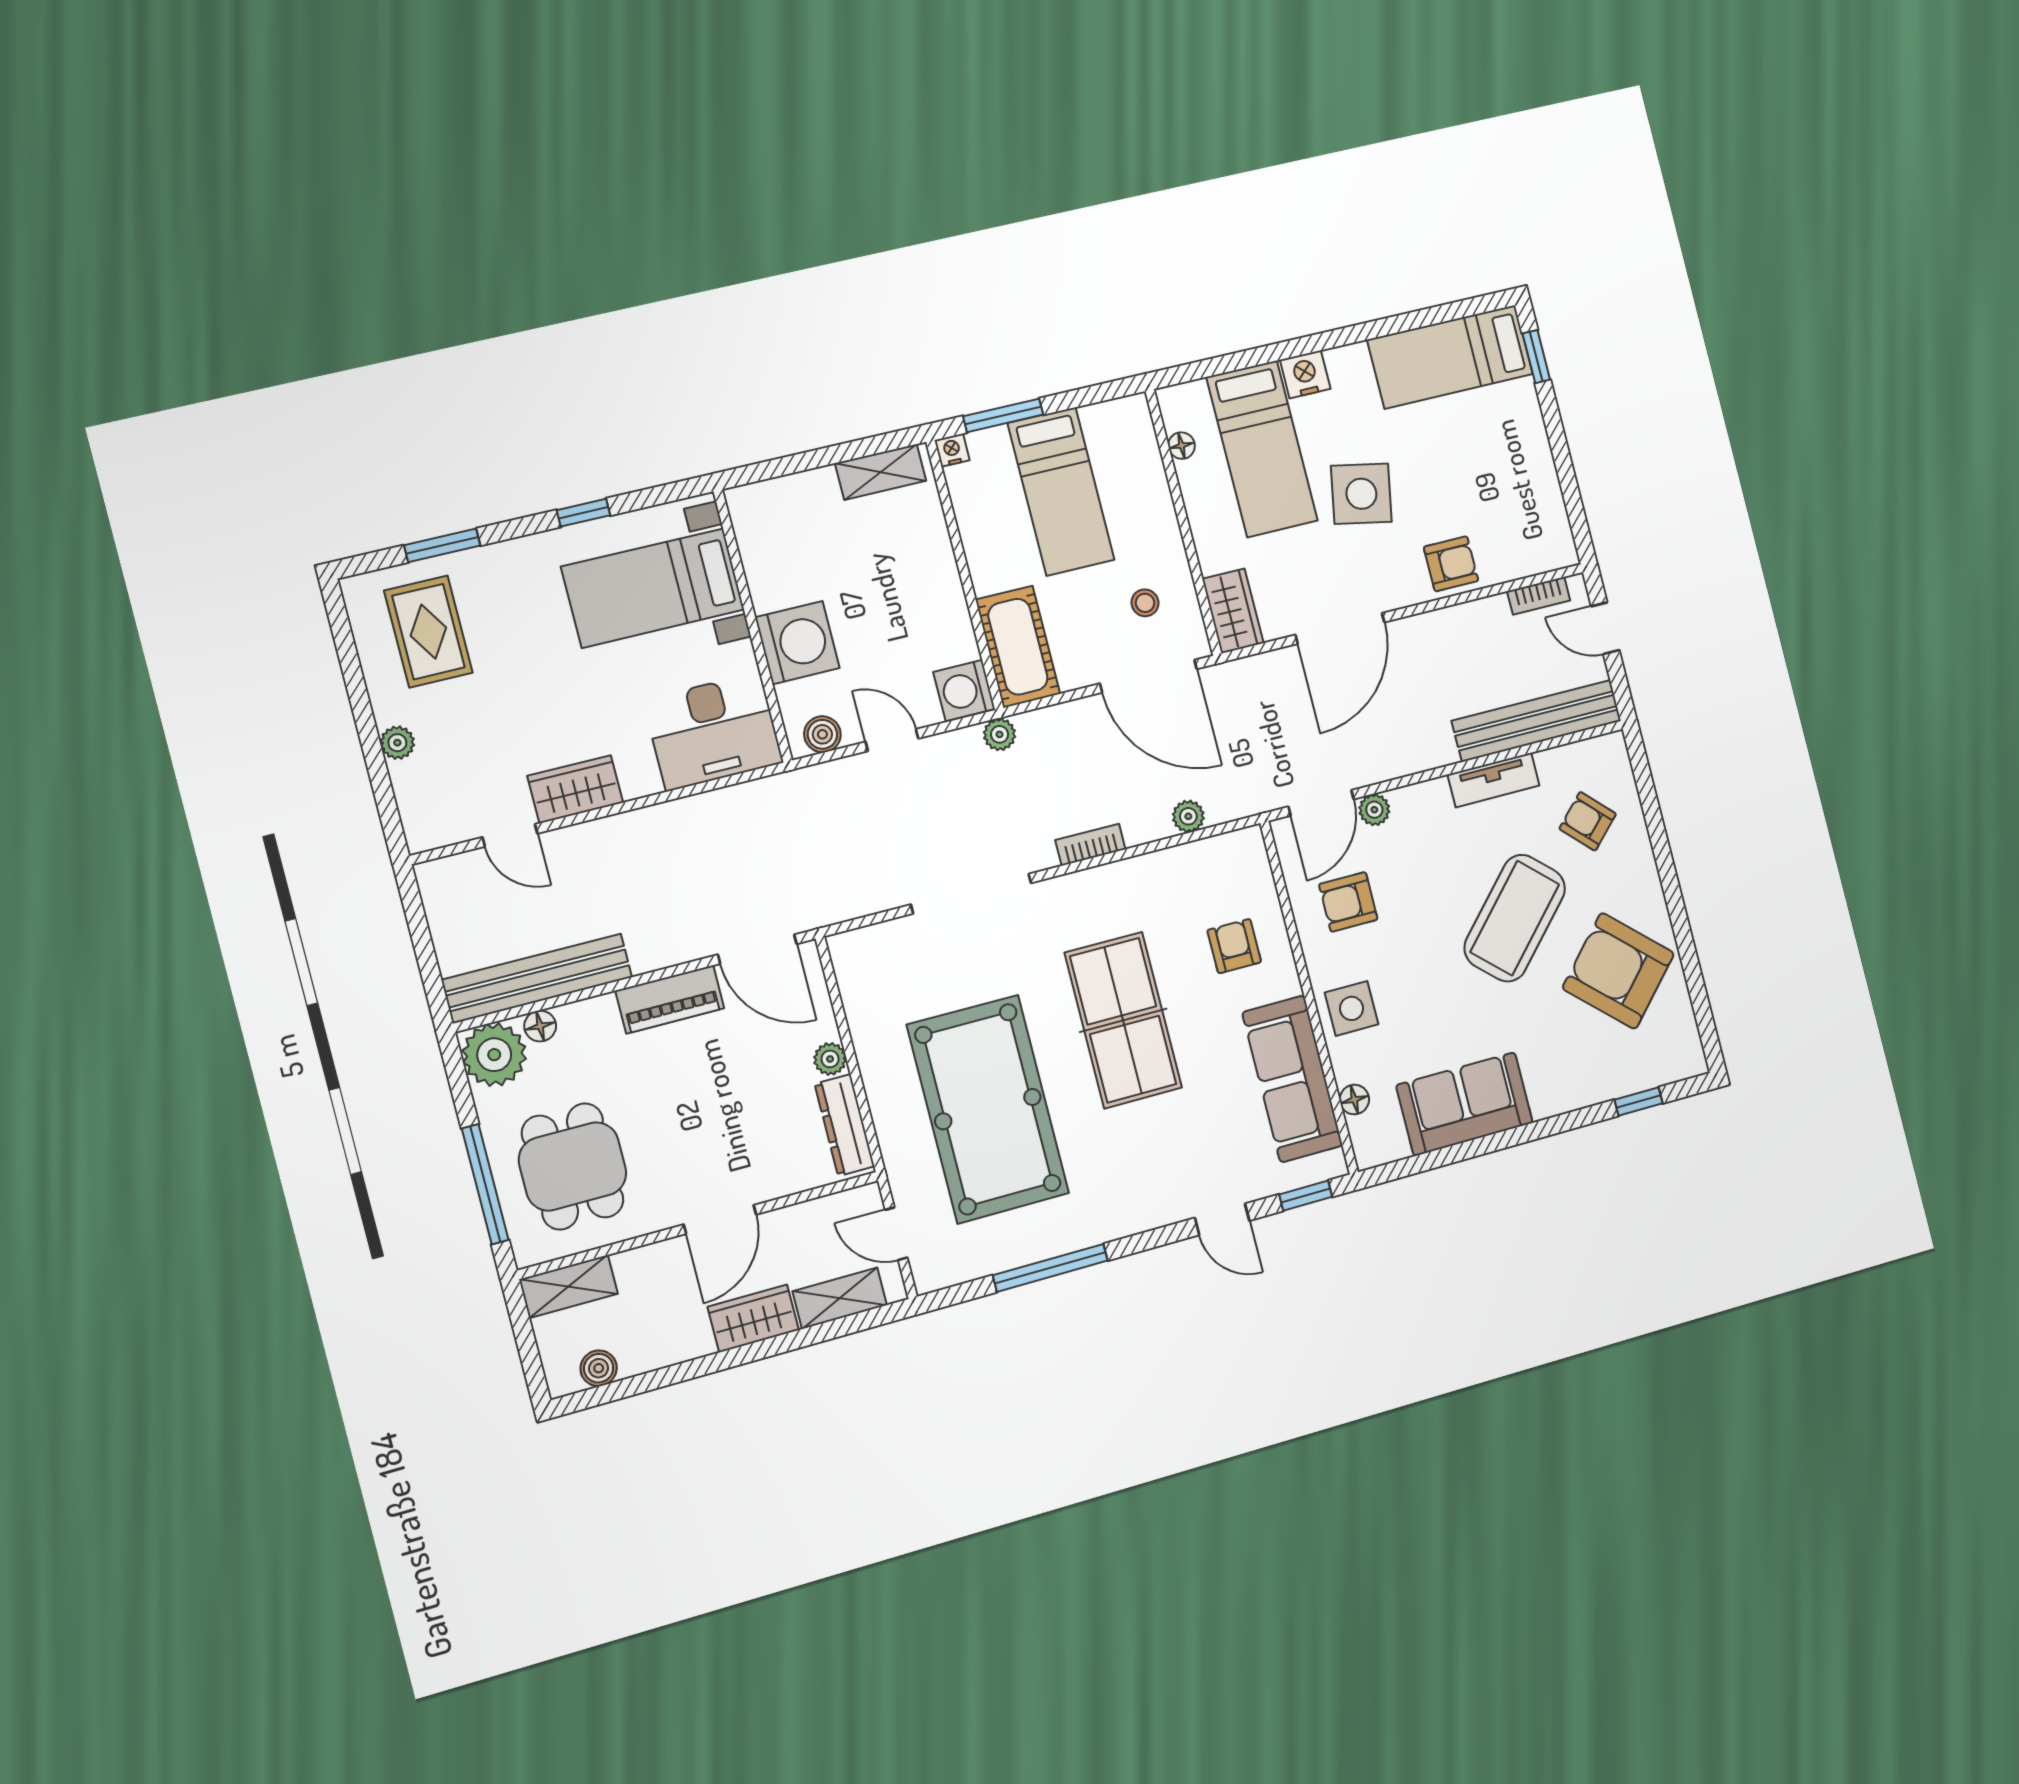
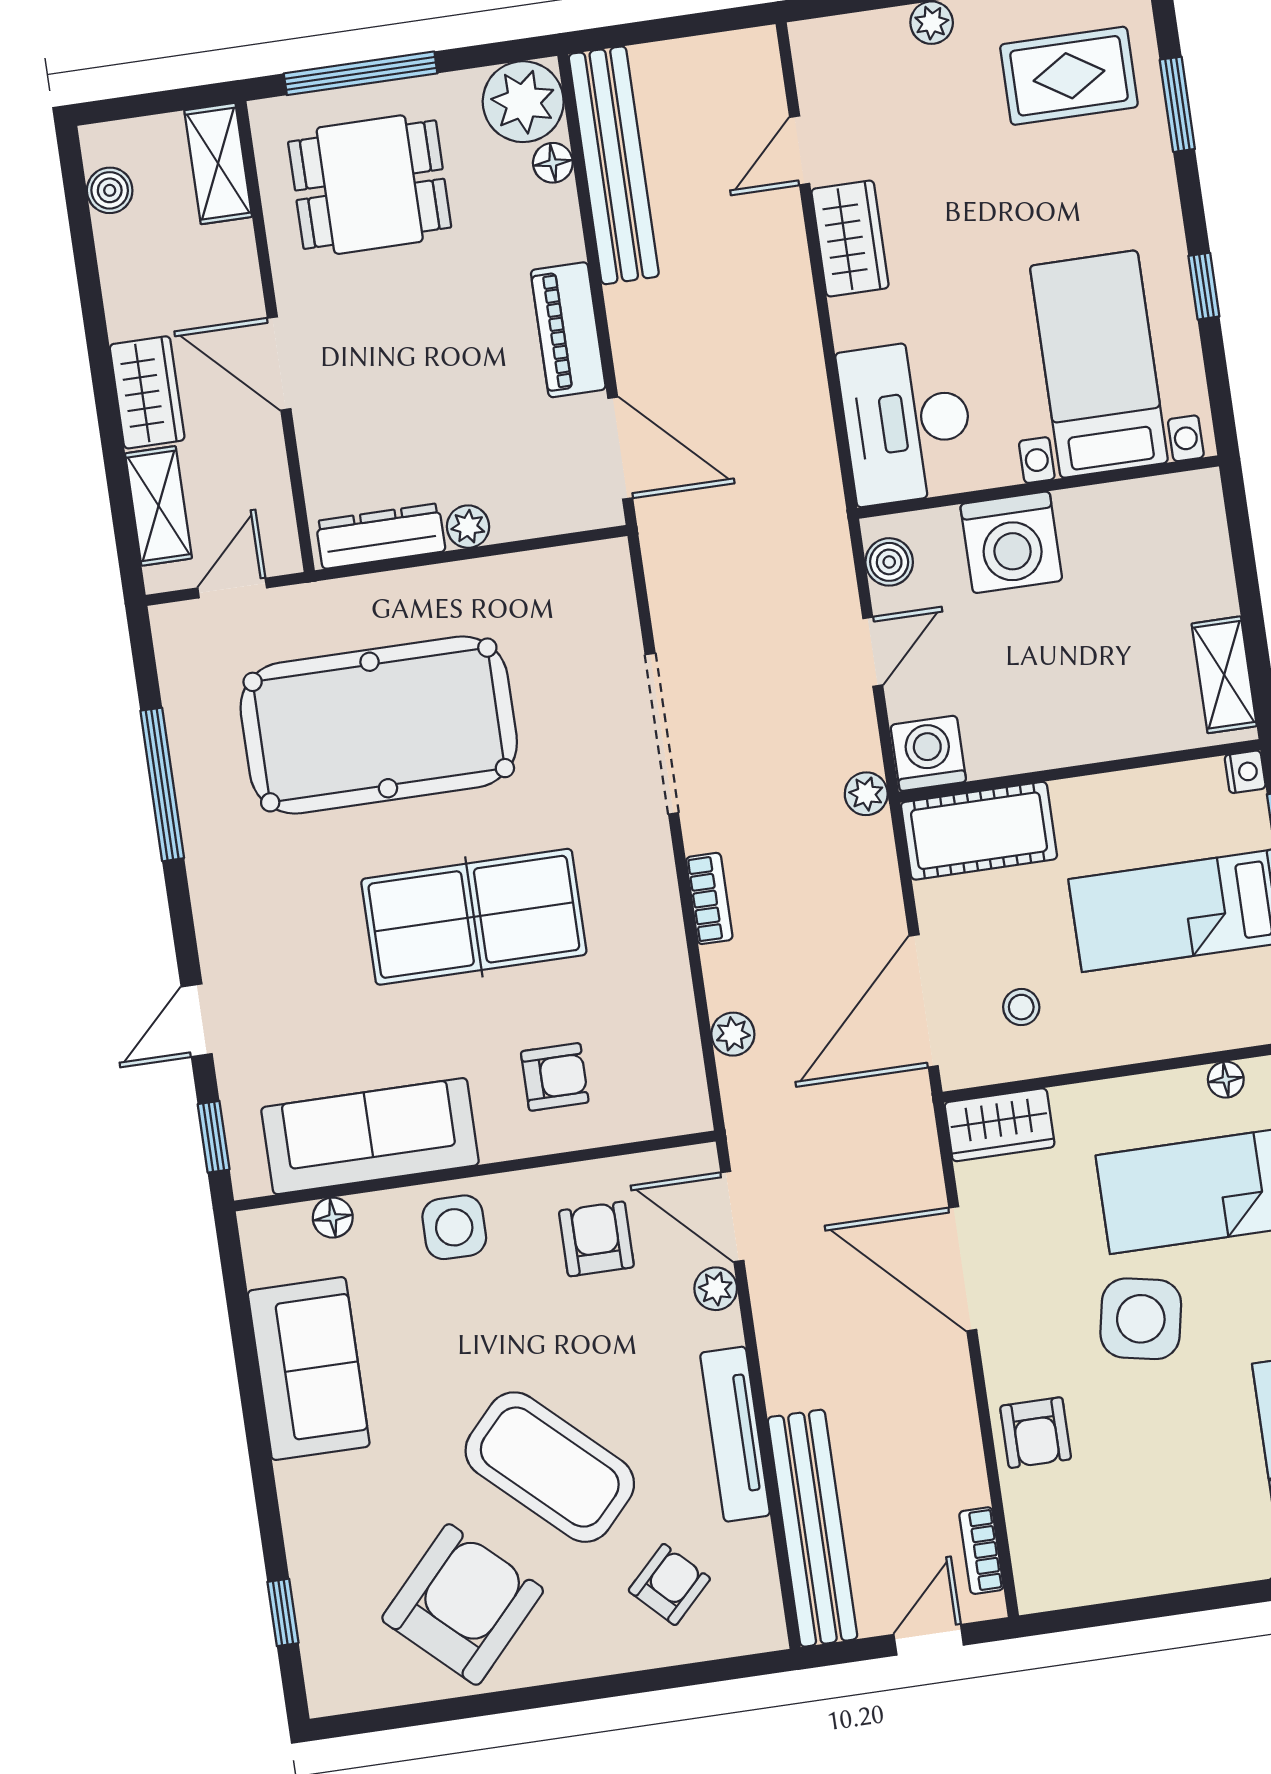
tv unit: (1494, 780) -> (735, 1434), width x1.41
door: (757, 949) -> (620, 448), swing flipped

